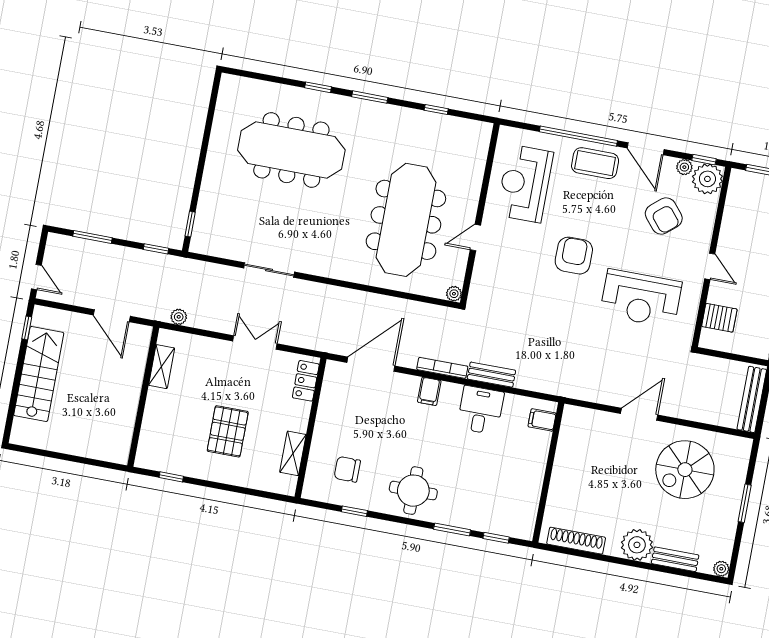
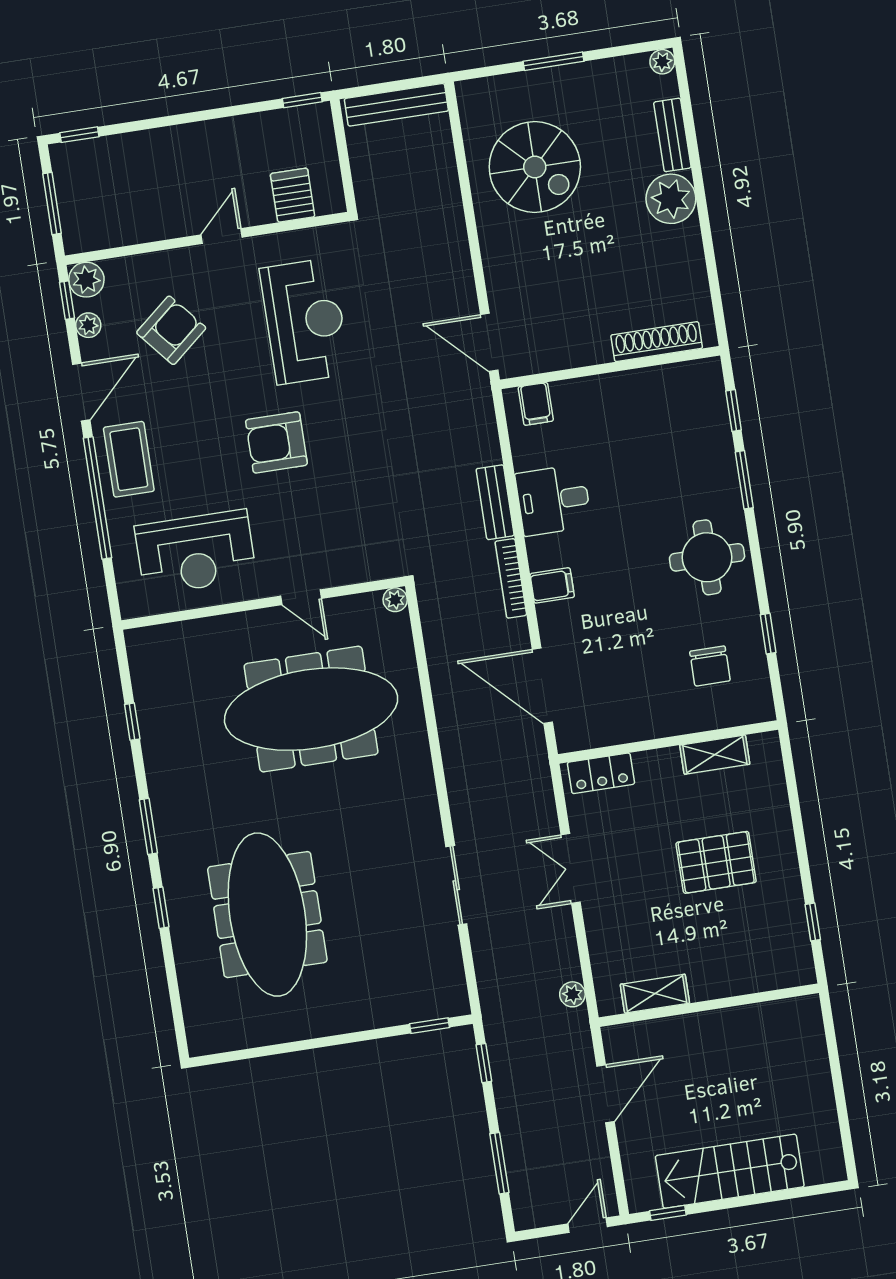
plant: (707, 179) -> (86, 280), width x0.73, depth x0.73
door: (639, 414) -> (489, 342), moved
shoe rack: (576, 541) -> (657, 342), moved, turned 90

